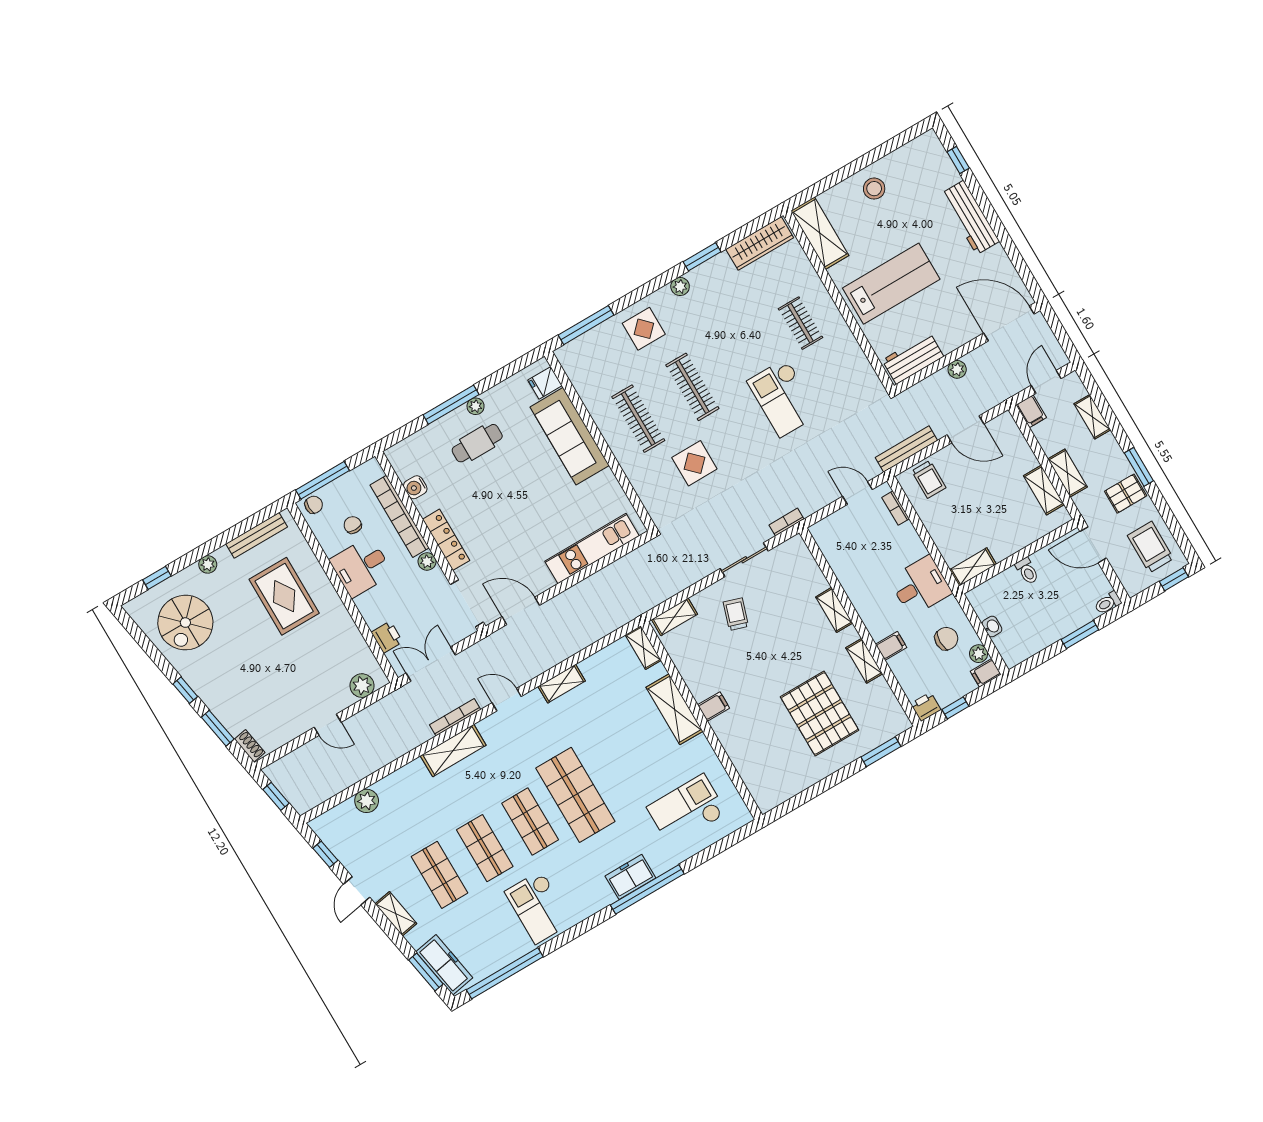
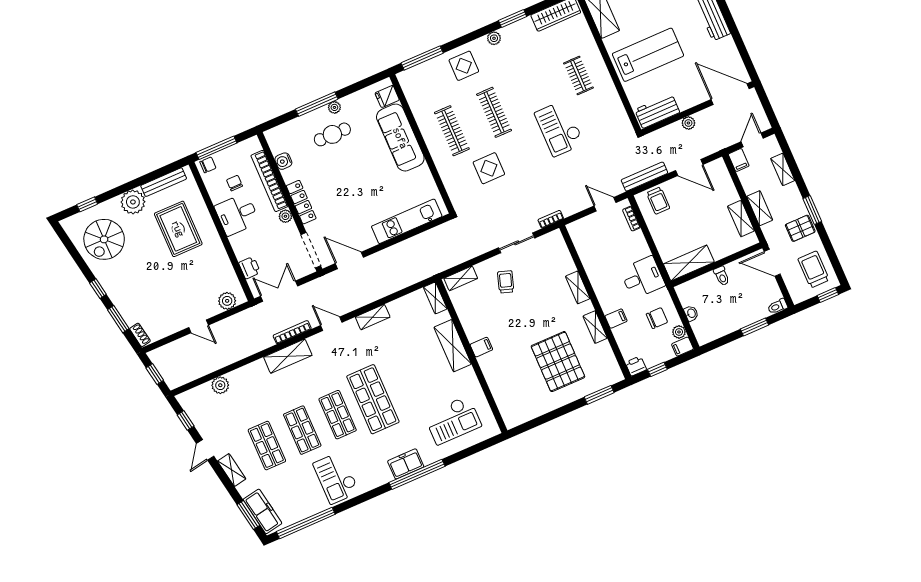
plant: (208, 564) -> (133, 202), width x1.88, depth x1.88
shelving: (973, 567) -> (689, 263), width x1.50, depth x1.33
checkout: (687, 810) -> (453, 420), turned 180

